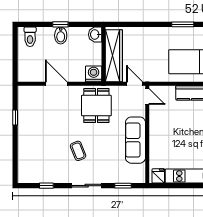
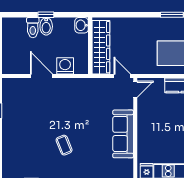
toilet: (30, 37) -> (33, 28), moved
washing machine: (94, 74) -> (65, 66), moved
door: (147, 97) -> (135, 89), hinge flipped
dining table: (96, 106) -> (83, 98), removed

